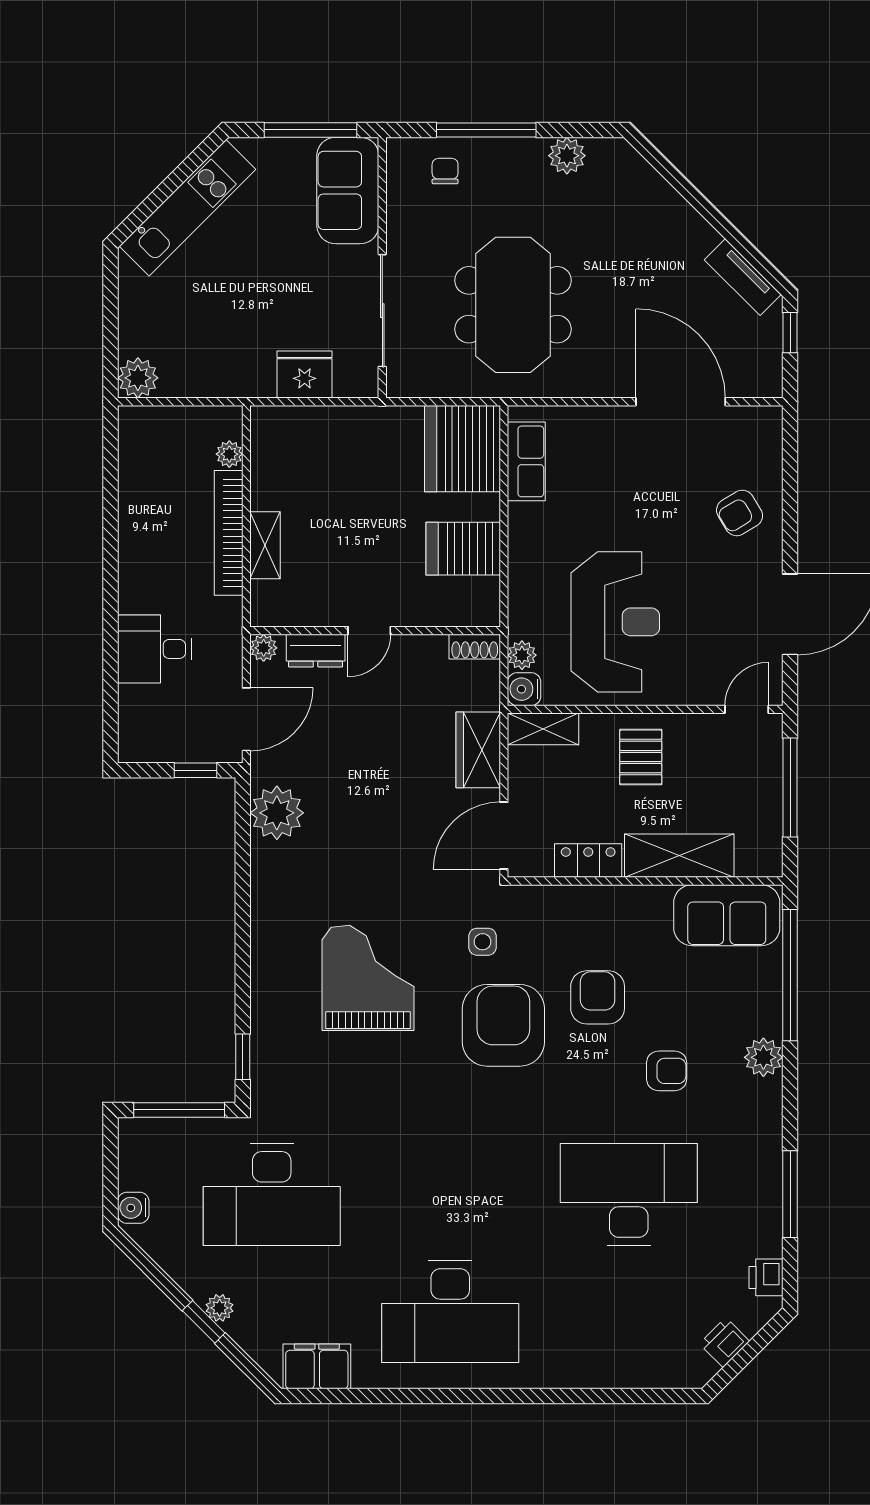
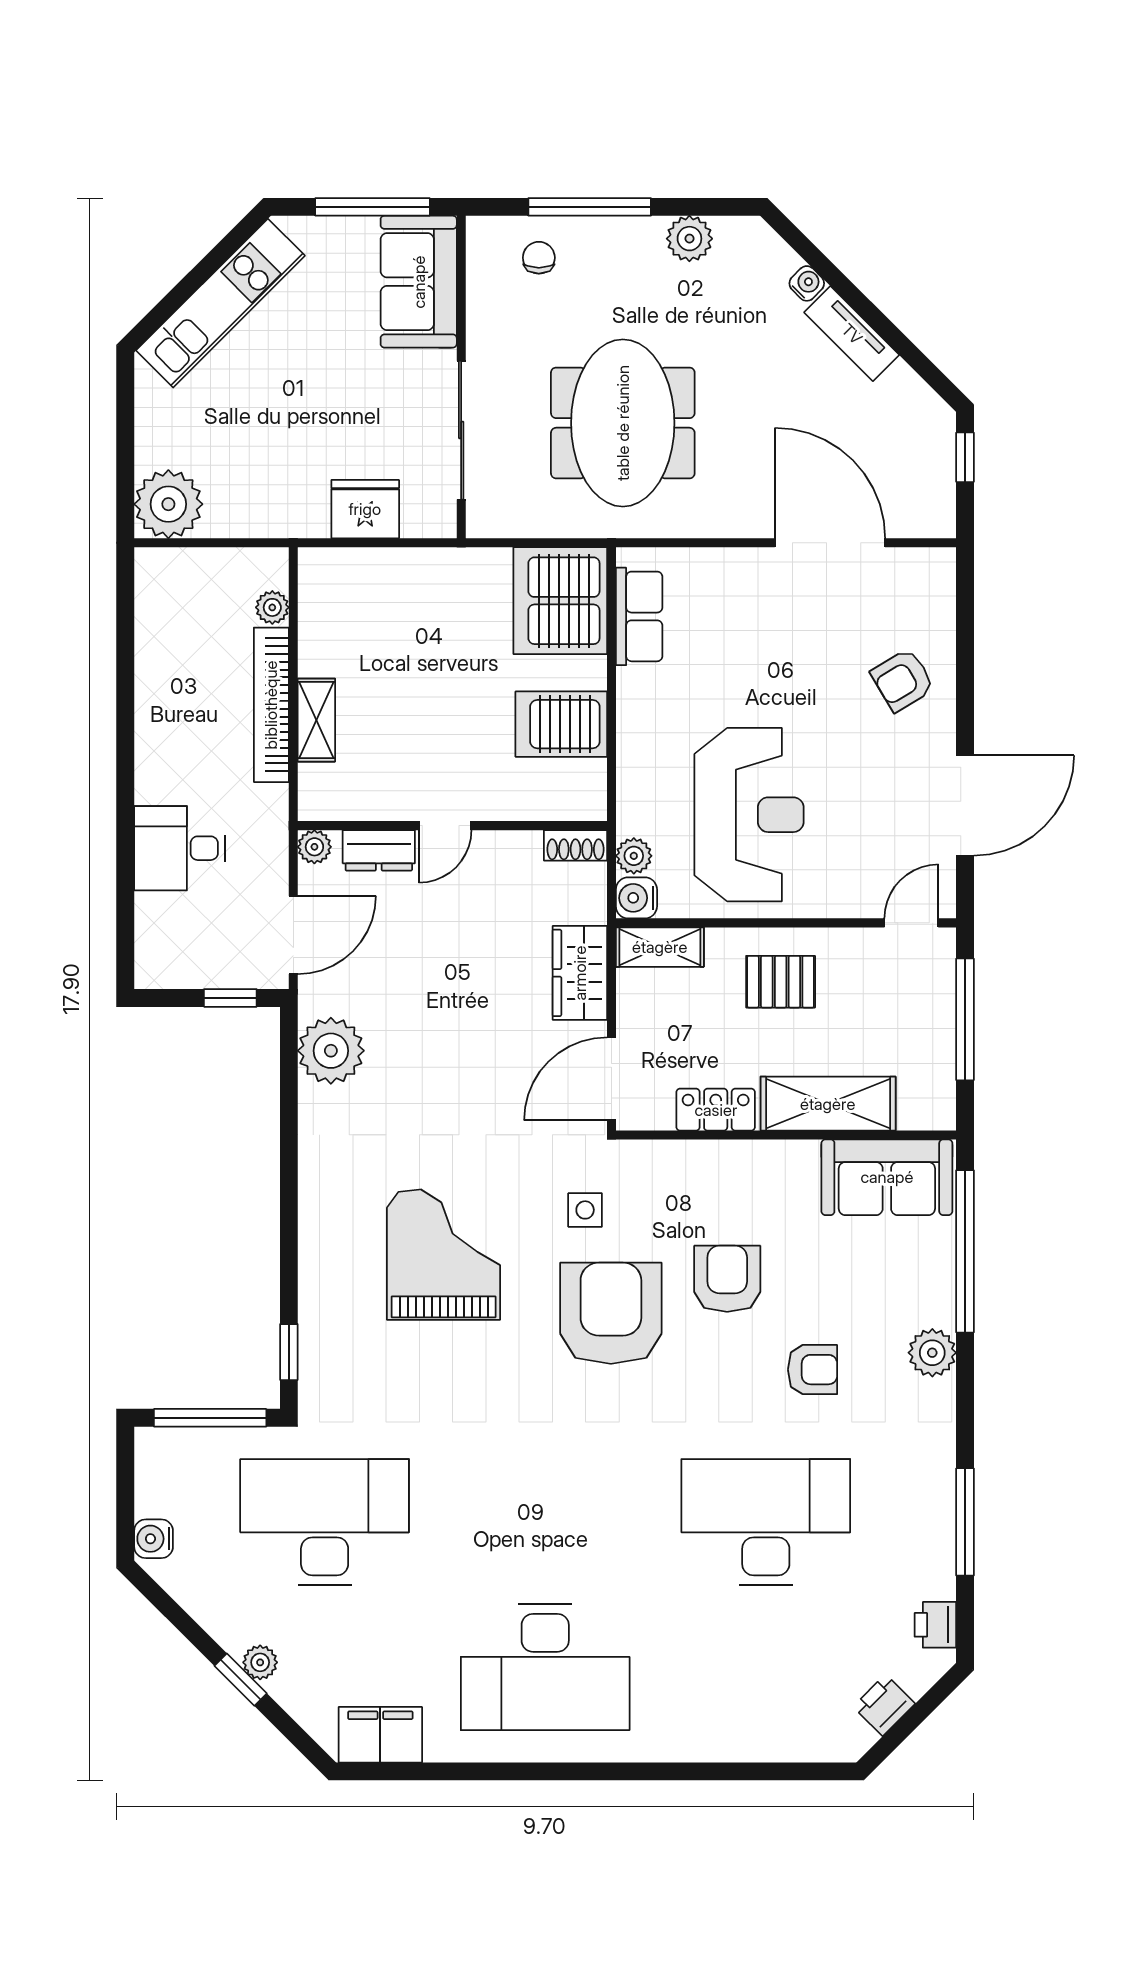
water cooler: (662, 192) -> (807, 283), added
tv unit: (743, 277) -> (852, 334), moved
plant: (138, 378) -> (168, 504), width x1.36, depth x1.36
pallet: (641, 757) -> (781, 982), turned 90
desk: (272, 1194) -> (325, 1522), turned 180

